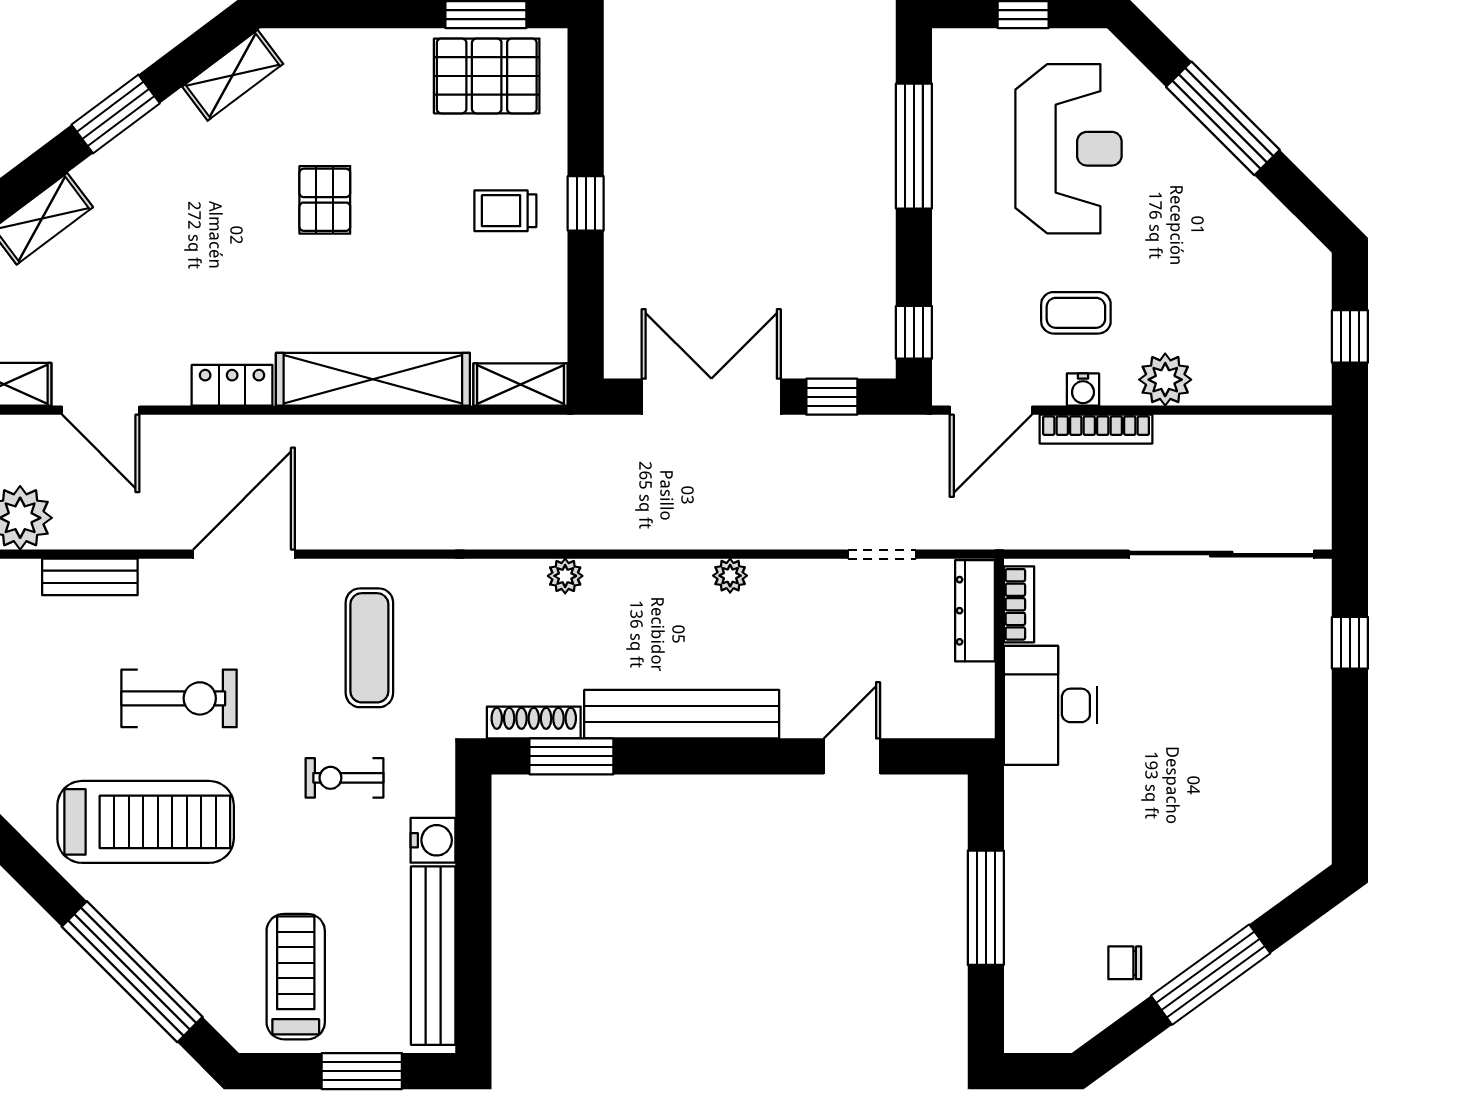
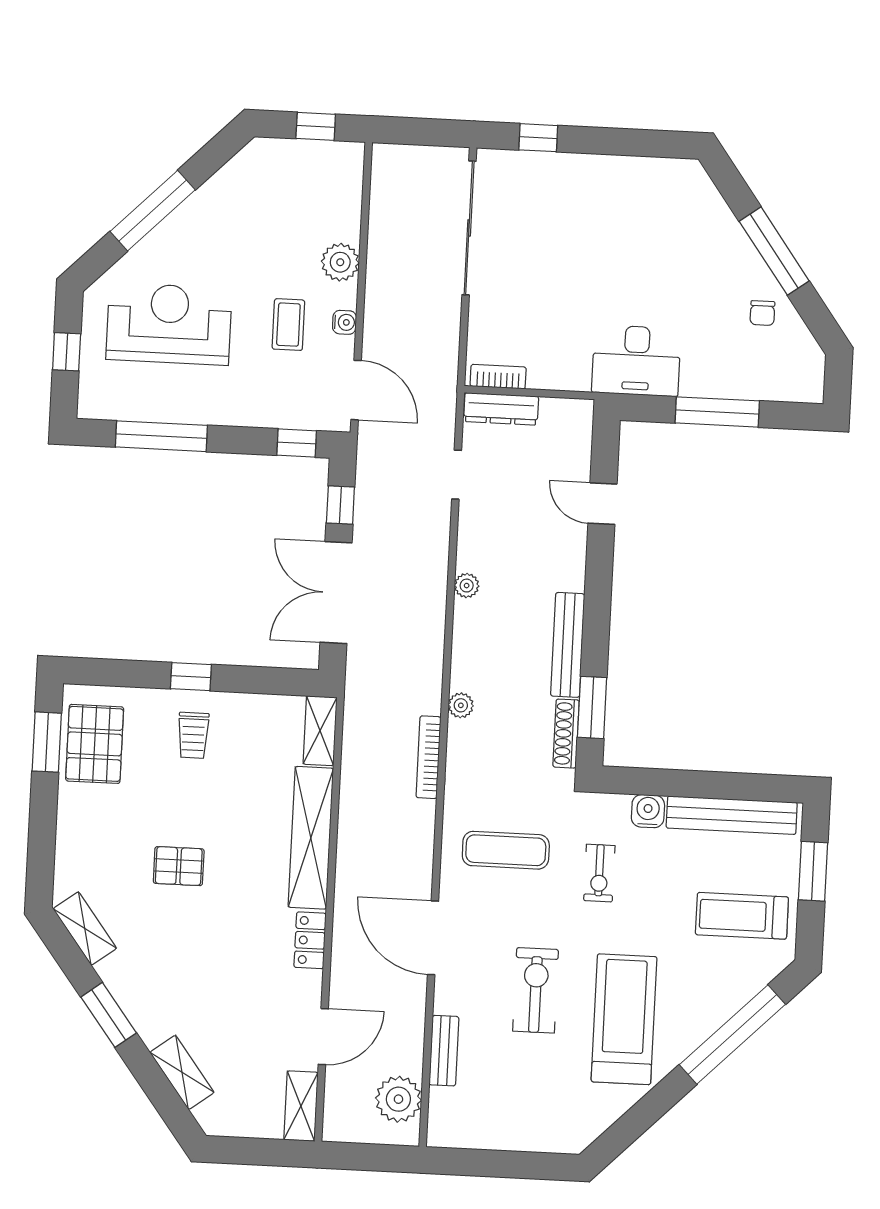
bookcase: (1096, 429) -> (428, 757), moved, turned 180
desk: (1051, 705) -> (636, 361), moved
bench: (682, 714) -> (568, 645), width x0.73, depth x0.82

